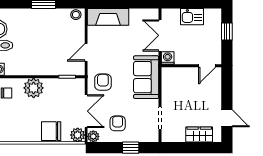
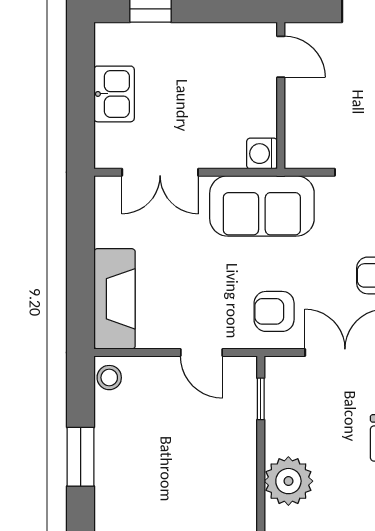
washing machine: (168, 58) -> (262, 154), moved
wall: (191, 66) -> (281, 96), moved
door: (207, 66) -> (281, 57), moved

